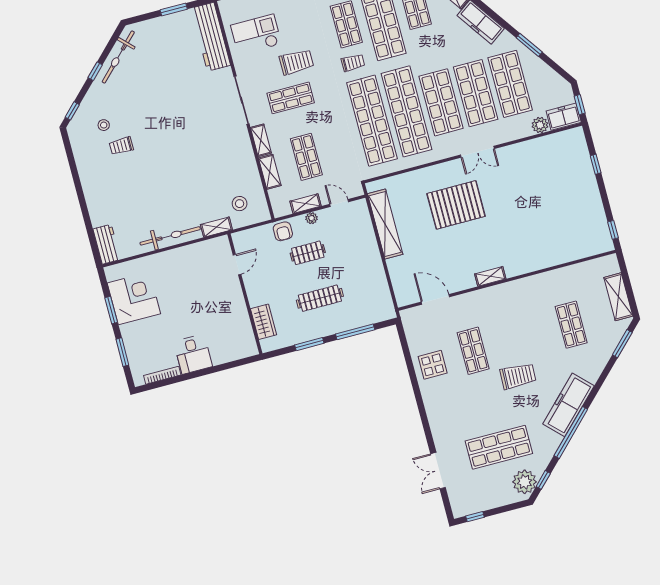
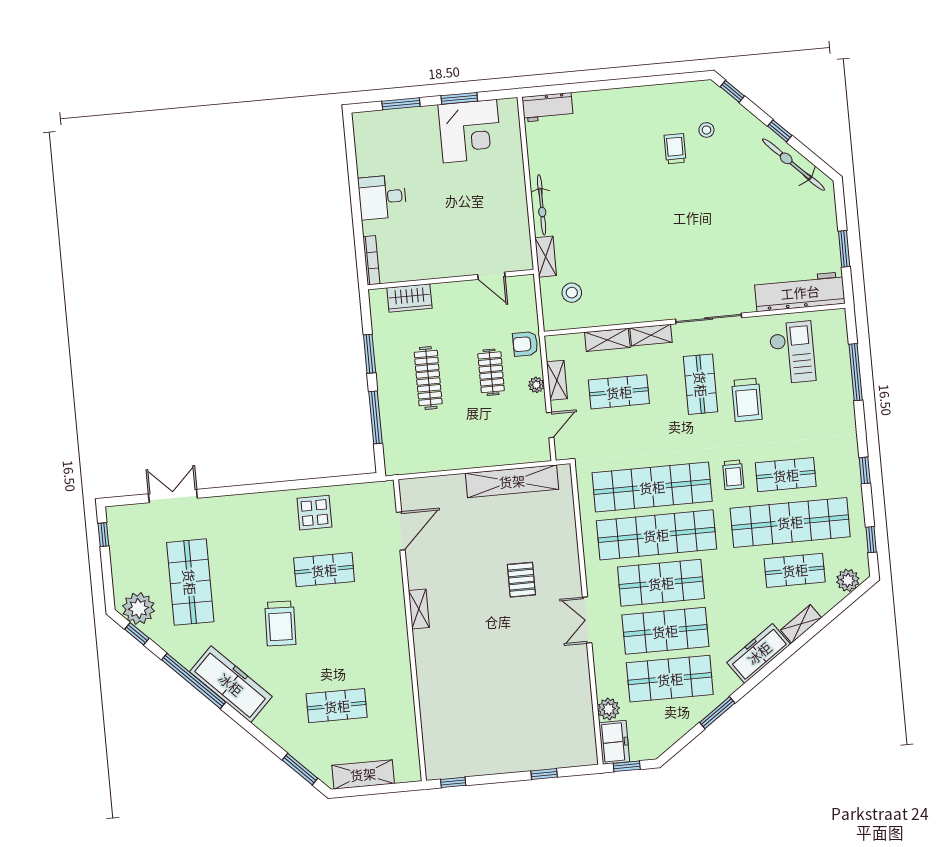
pallet: (456, 205) -> (521, 580), width x0.49, depth x0.50
bicycle: (170, 236) -> (542, 205), width x0.73, depth x0.71
bookcase: (162, 375) -> (371, 260), moved

